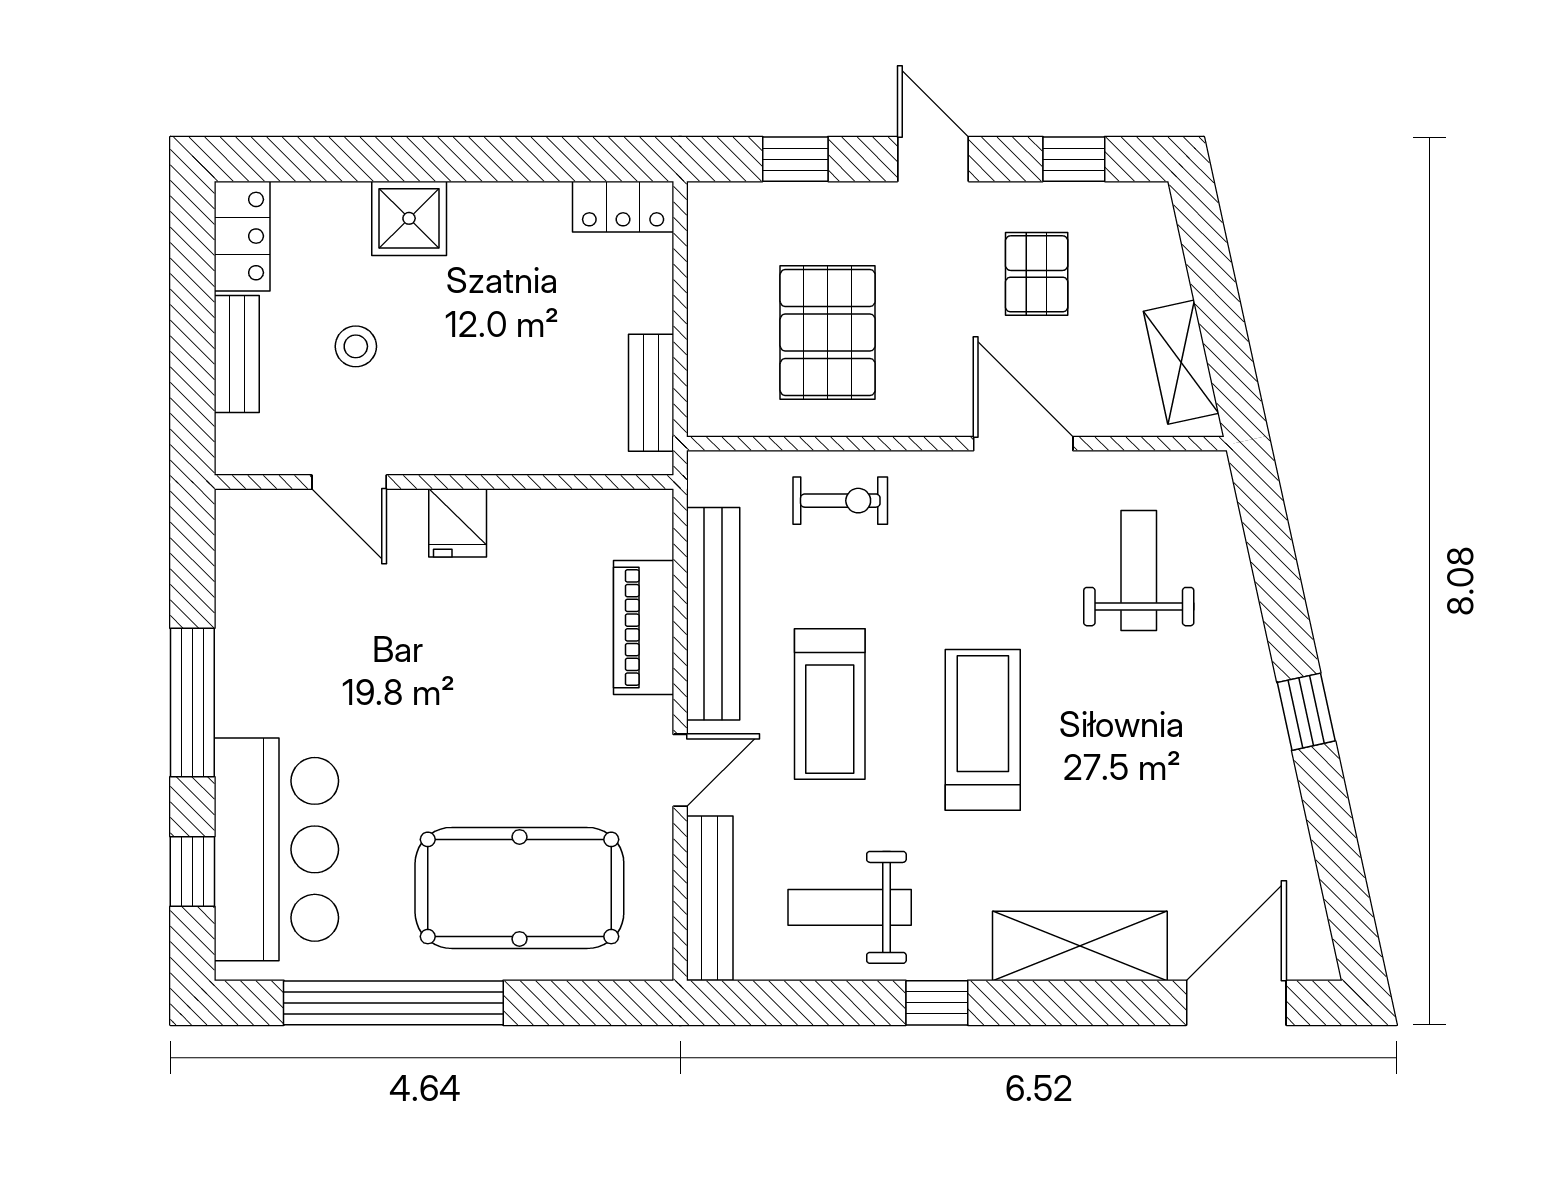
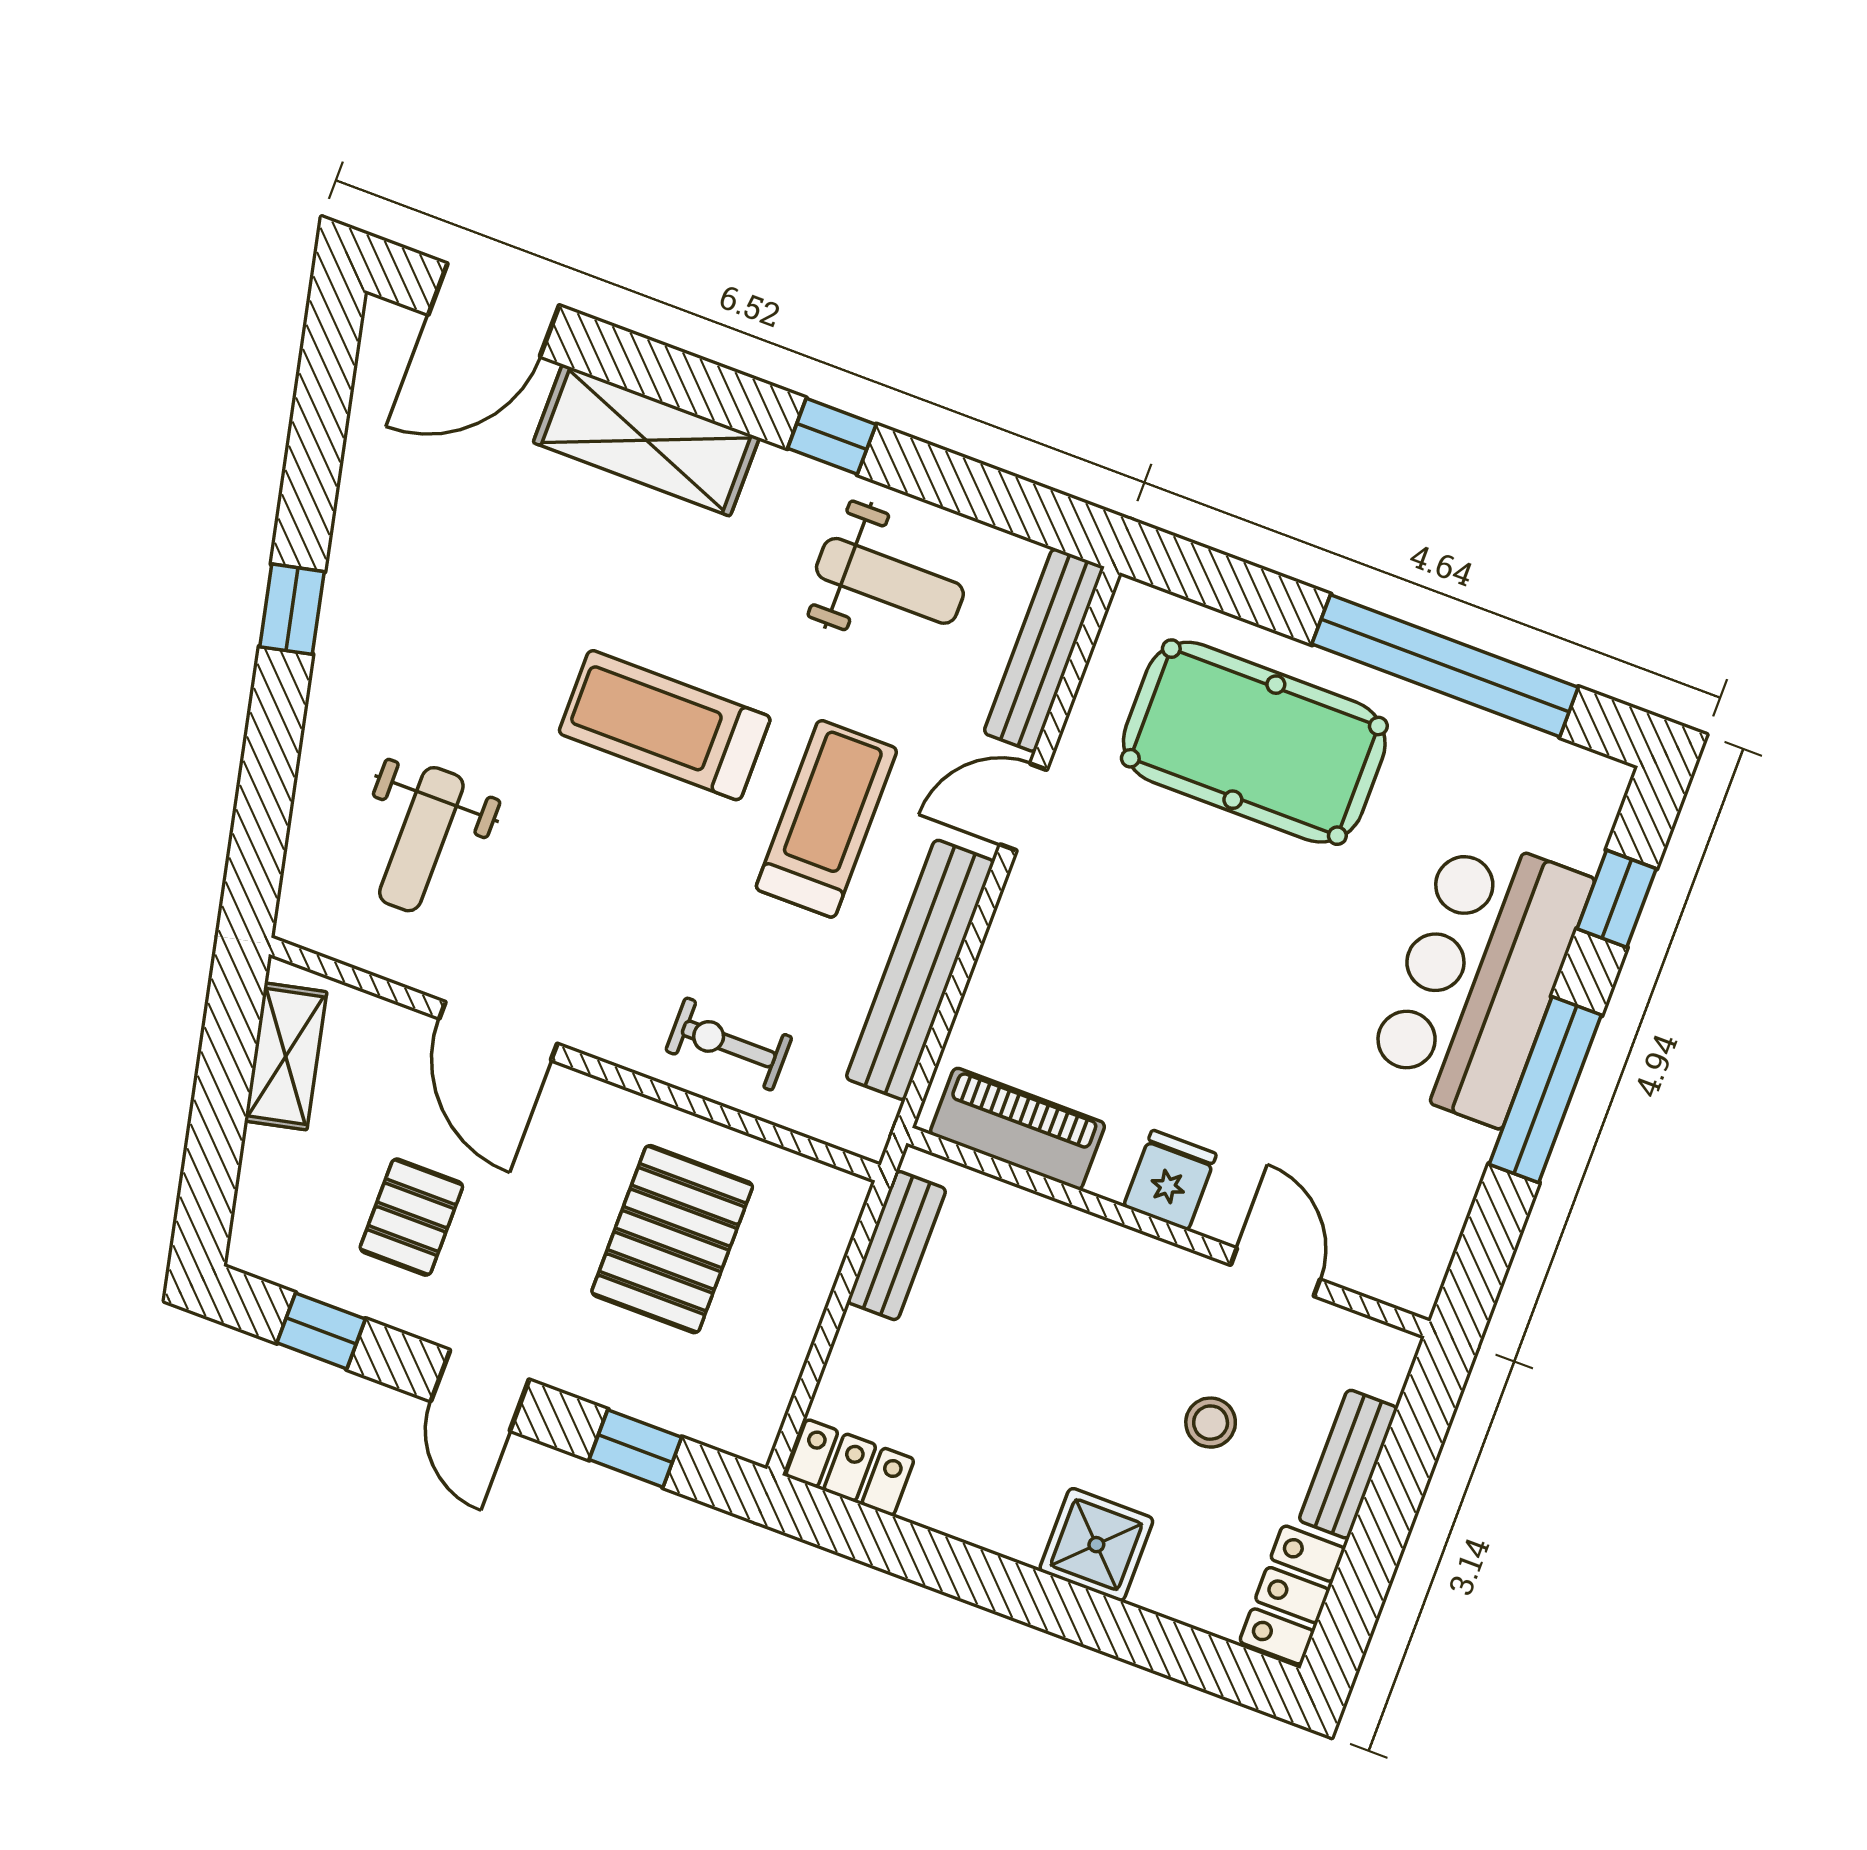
piano: (644, 628) -> (1018, 1129), moved, turned -90
treadmill: (983, 730) -> (665, 725), turned 90
bar counter: (276, 849) -> (1479, 978), moved

